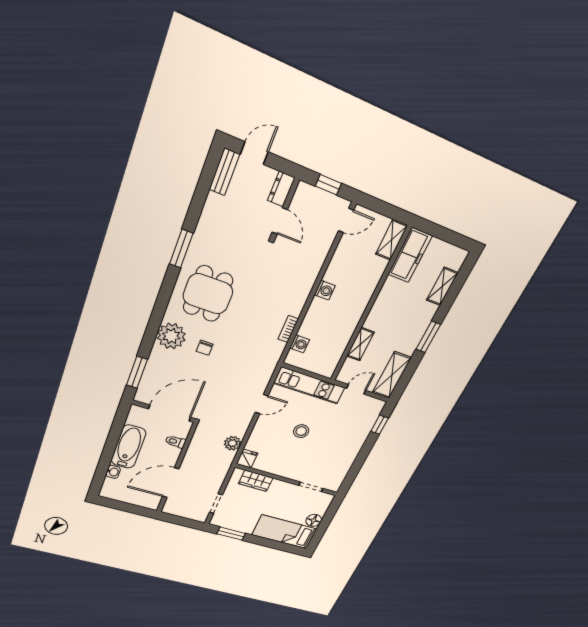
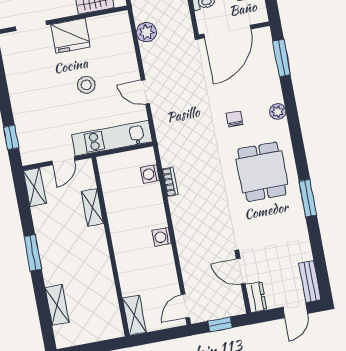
freezer: (410, 255) -> (108, 313), removed
plant: (171, 336) -> (278, 111), width x0.53, depth x0.53
shelving: (392, 375) -> (35, 187), width x0.67, depth x0.75
door: (262, 404) -> (145, 92), hinge flipped
fridge: (247, 459) -> (71, 36), moved, width x1.88, depth x1.34

